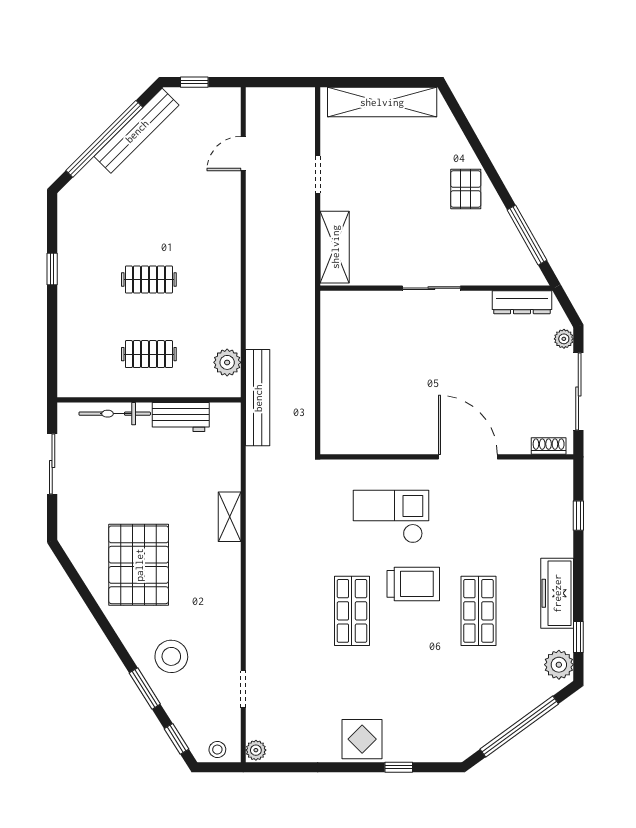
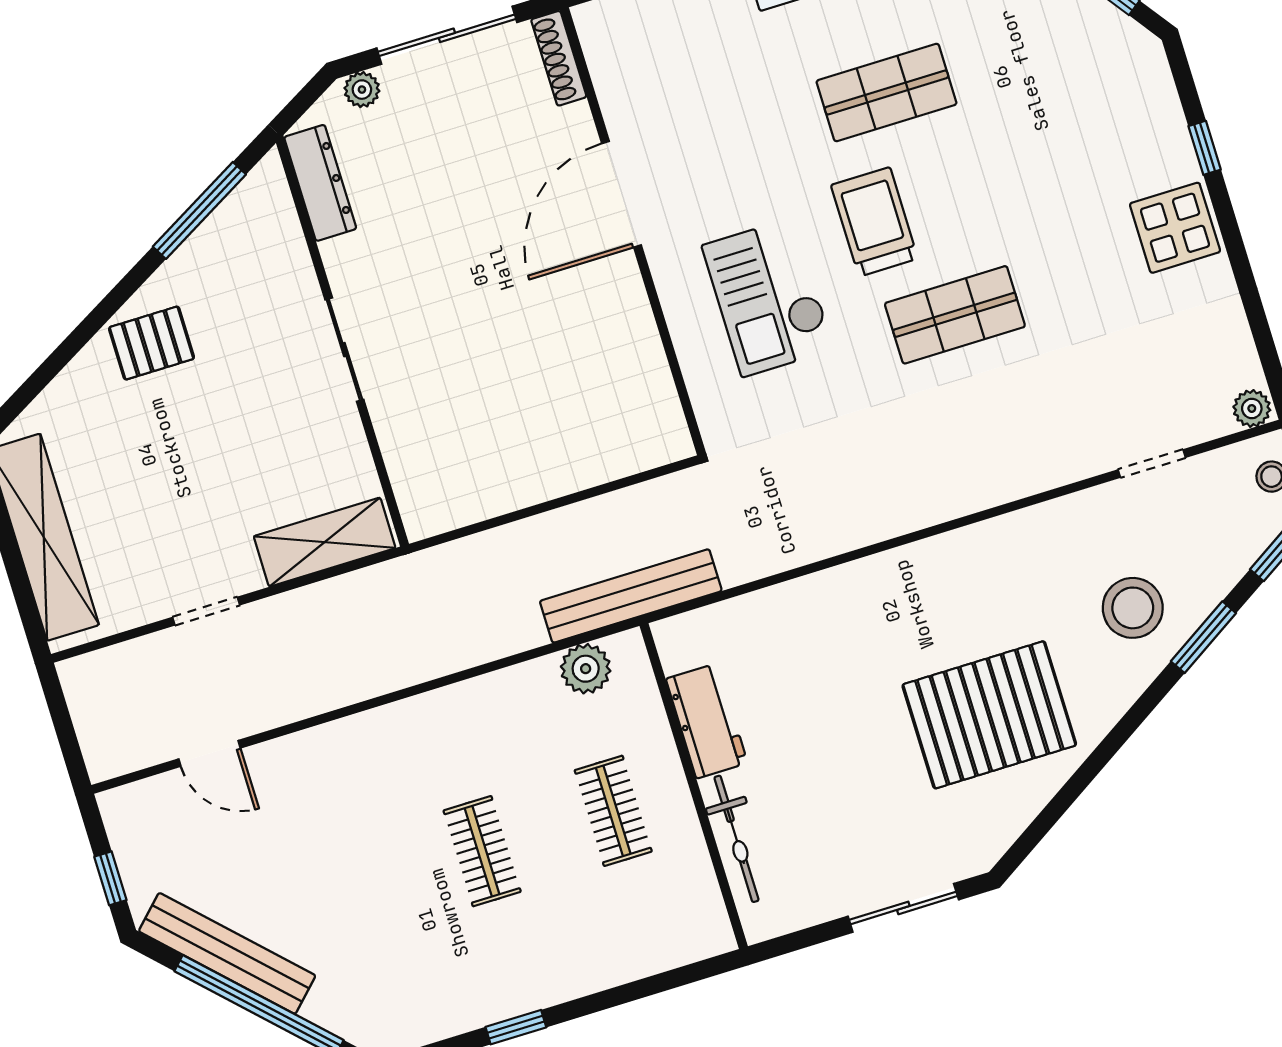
shoe rack: (549, 446) -> (559, 58), width x1.43
sliding door: (52, 464) -> (903, 908), moved
shelving: (230, 517) -> (856, 581), removed

